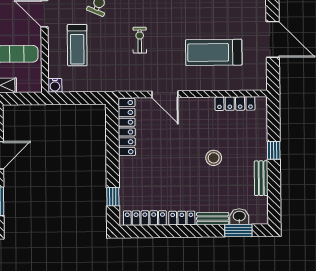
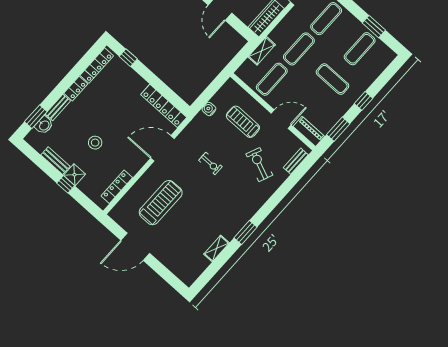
water cooler: (55, 85) -> (209, 109), moved
door: (165, 94) -> (162, 148), width x1.36
shower: (258, 150) -> (75, 175), added

